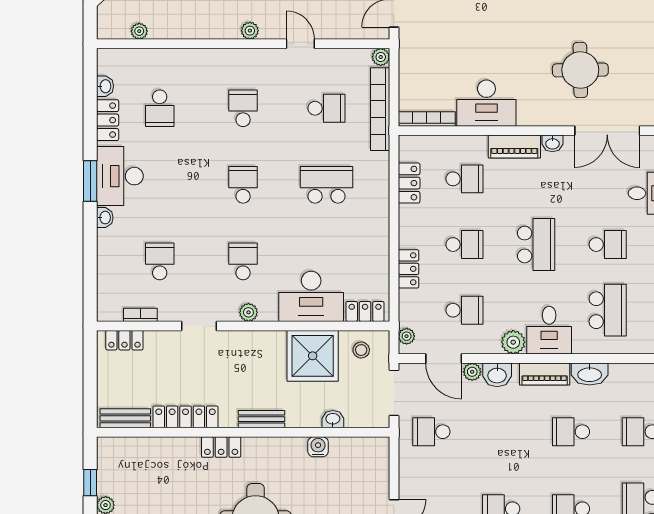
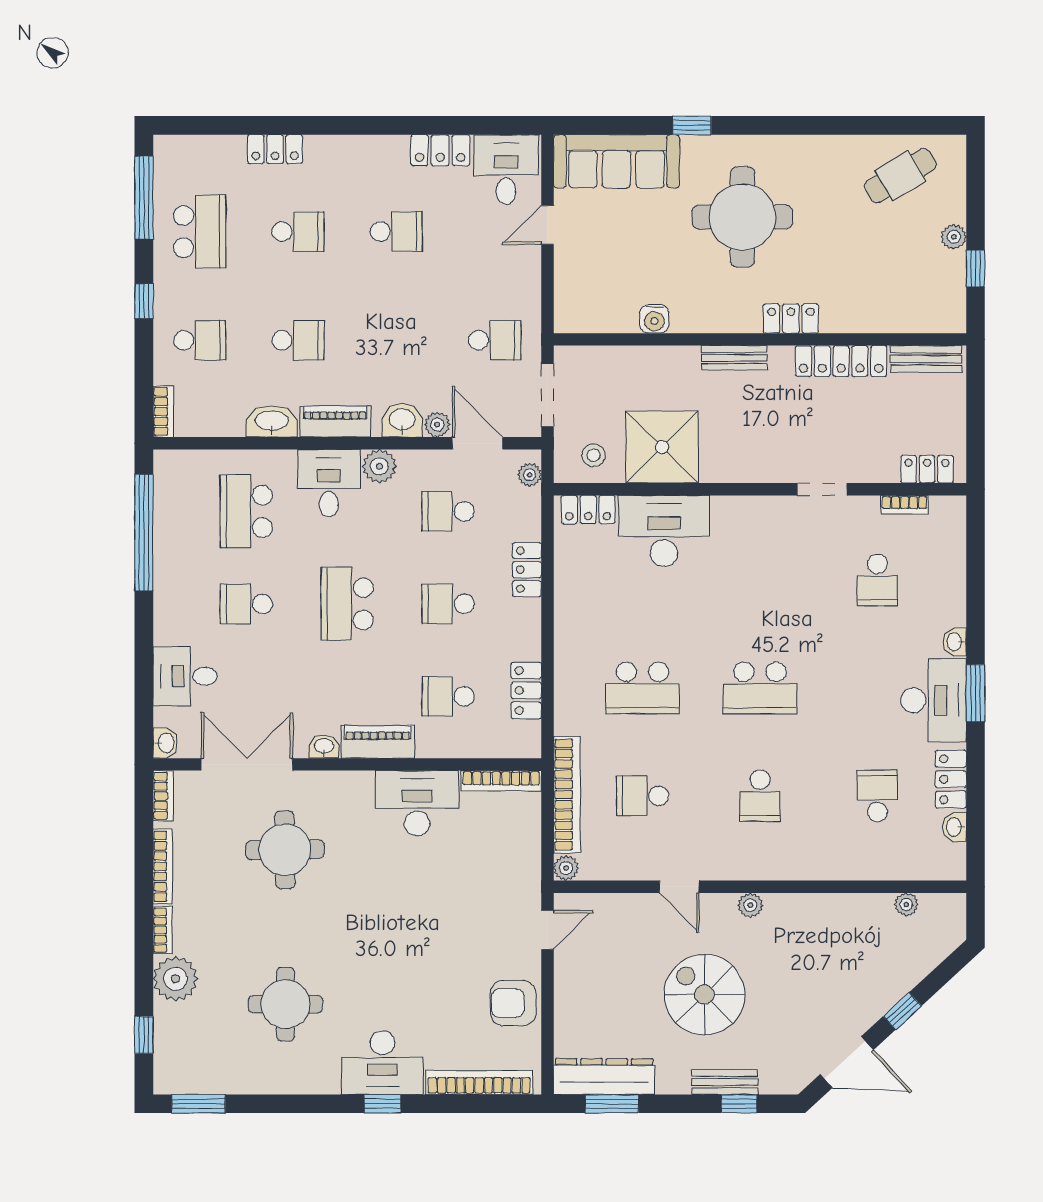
school desk: (243, 185) -> (760, 688), width x1.85
school desk: (243, 261) -> (760, 580), removed
plant: (248, 312) -> (752, 508), removed
washbasin: (333, 419) -> (633, 358), removed

